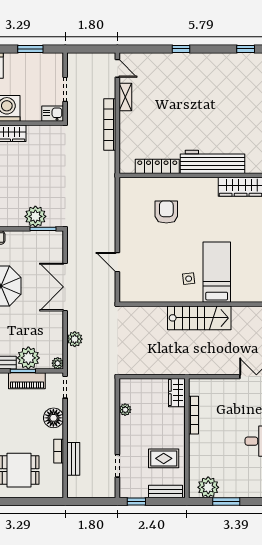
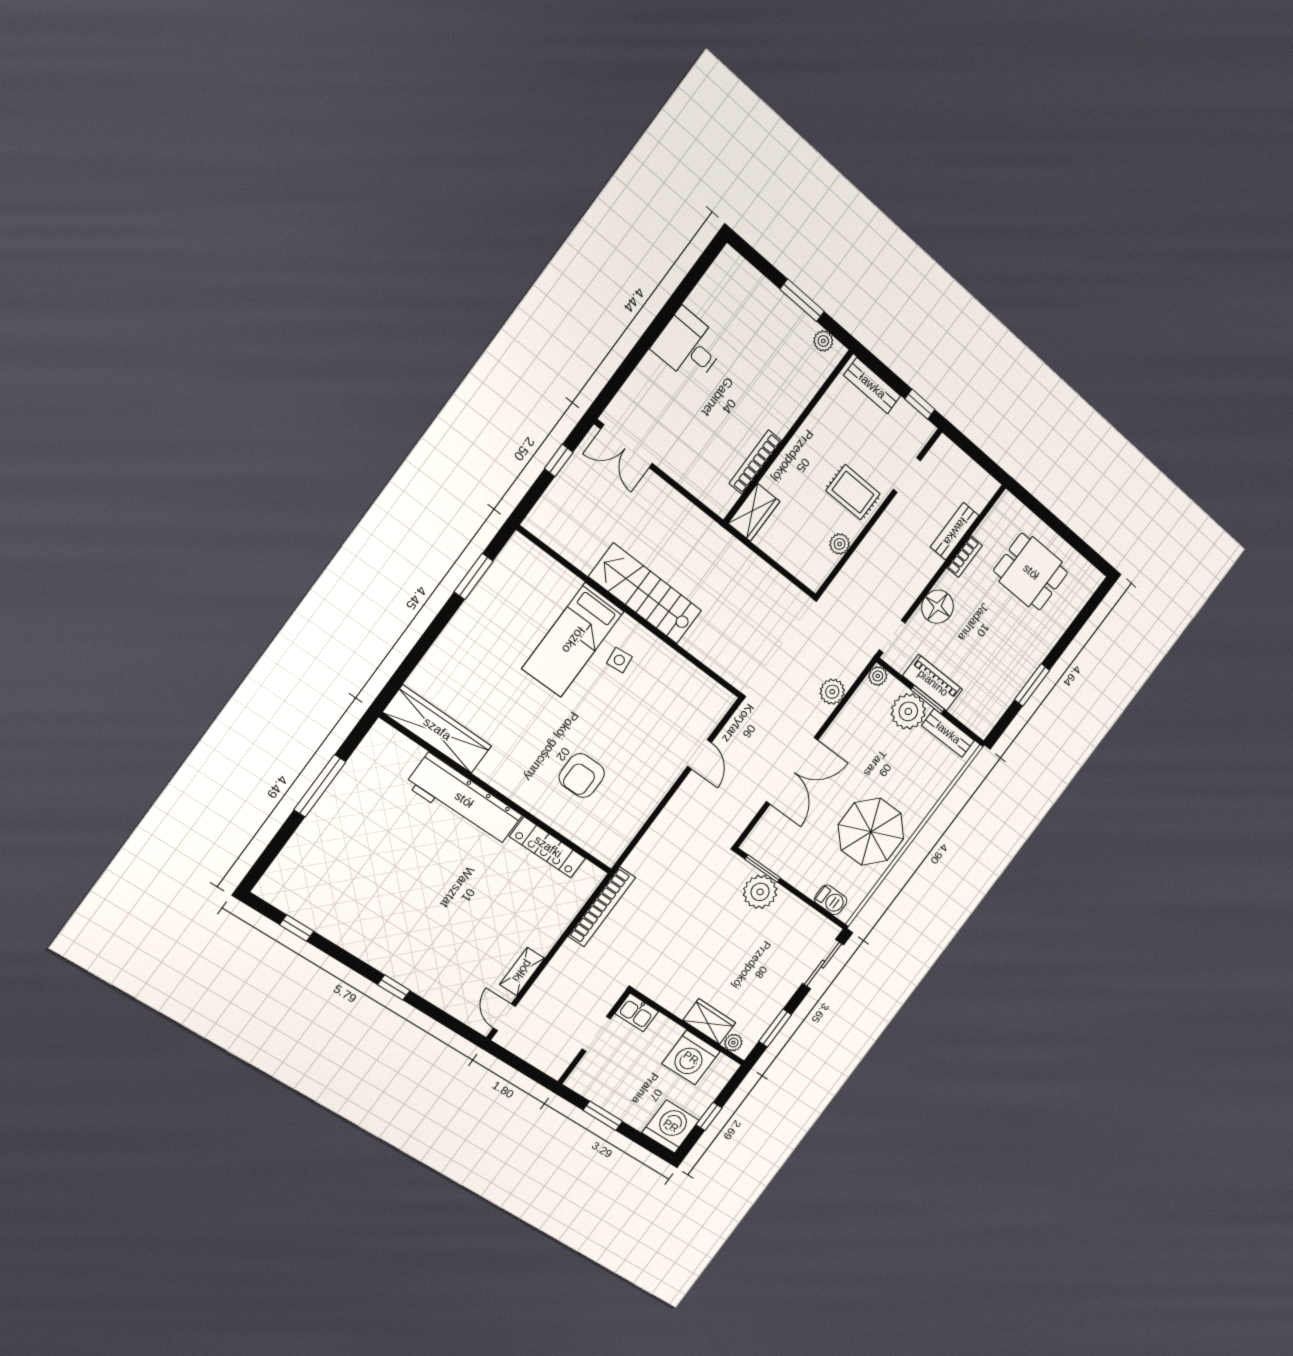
bookcase: (110, 125) -> (602, 907), moved
rug: (164, 458) -> (853, 492), moved
plant: (208, 487) -> (823, 341), width x0.53, depth x0.53

